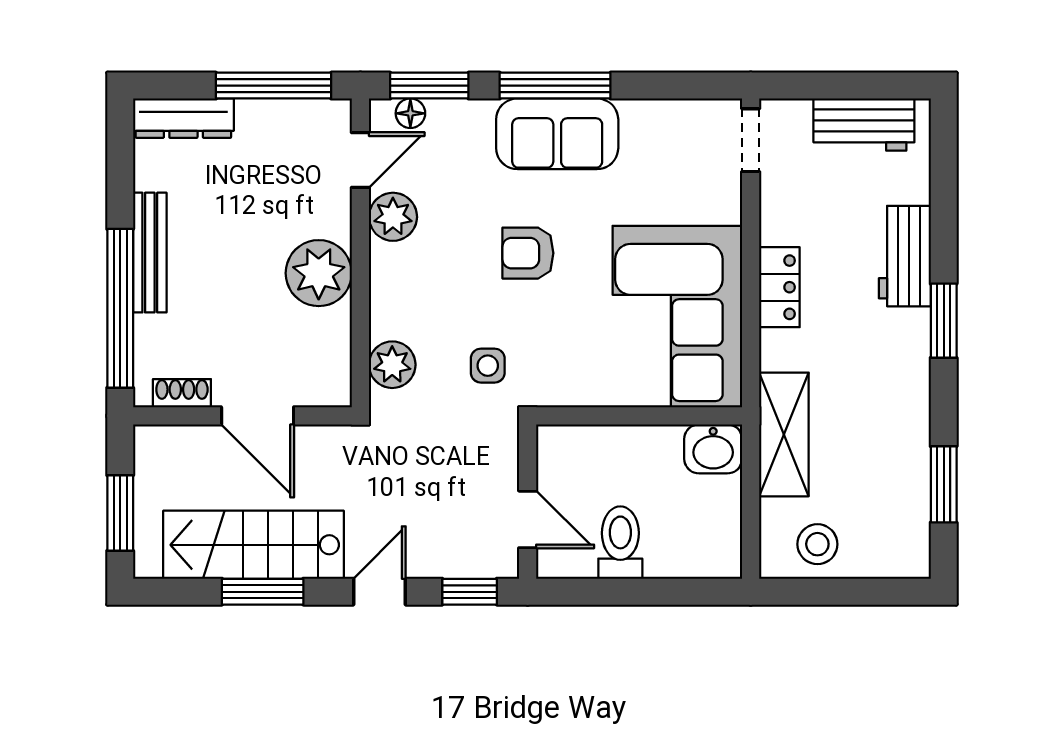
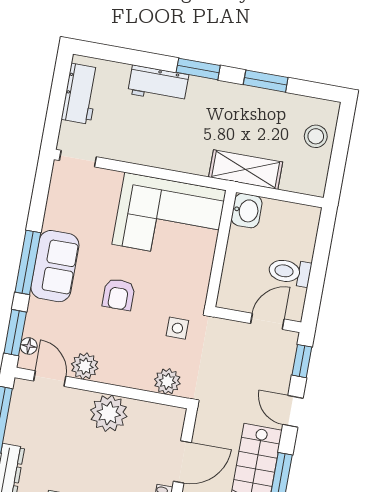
locker: (779, 287) -> (163, 157), removed
window: (944, 484) -> (266, 81), moved
stool: (817, 544) -> (316, 136), moved

